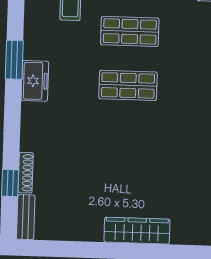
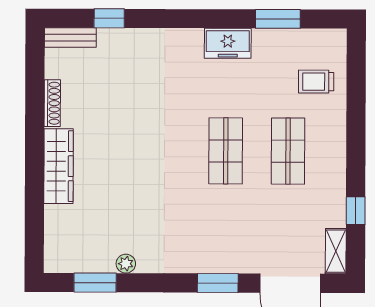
window: (14, 60) -> (278, 19), moved
shoe rack: (26, 173) -> (52, 103), moved, turned -90

